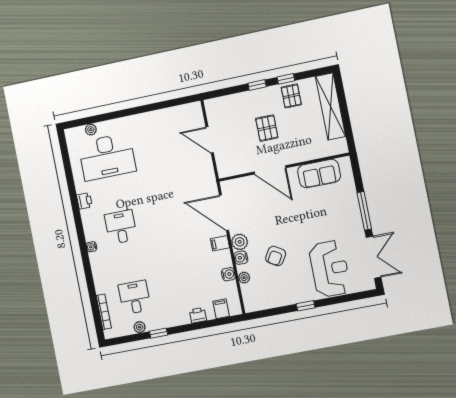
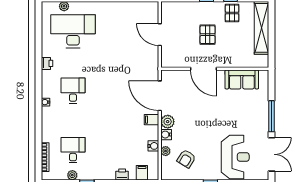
desk: (107, 157) -> (73, 31), turned 180
armchair: (276, 256) -> (186, 159), moved

